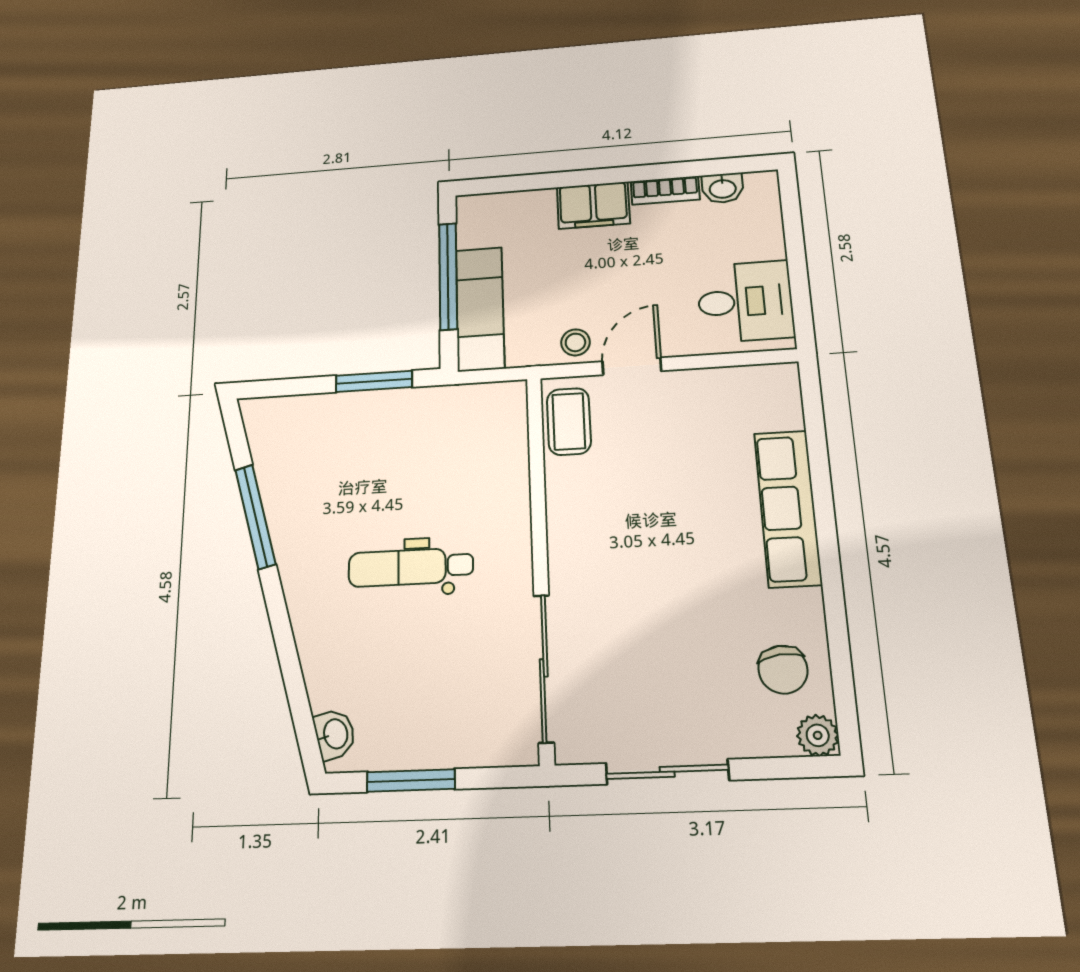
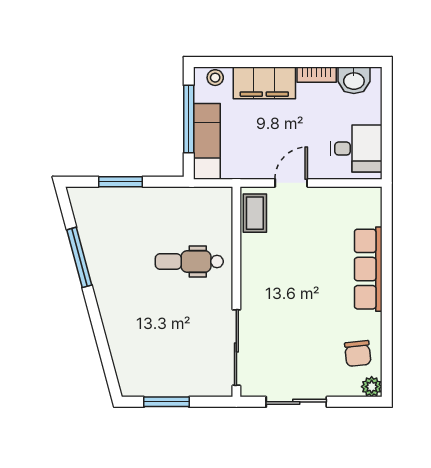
washbasin: (723, 188) -> (354, 80), width x1.38, depth x1.45
filing cabinet: (593, 205) -> (264, 83), width x1.50, depth x1.17
stool: (575, 342) -> (215, 78), moved
window: (374, 381) -> (121, 182), moved
dental chair: (411, 567) -> (189, 261), moved
washbasin: (335, 734) -> (126, 377), removed

